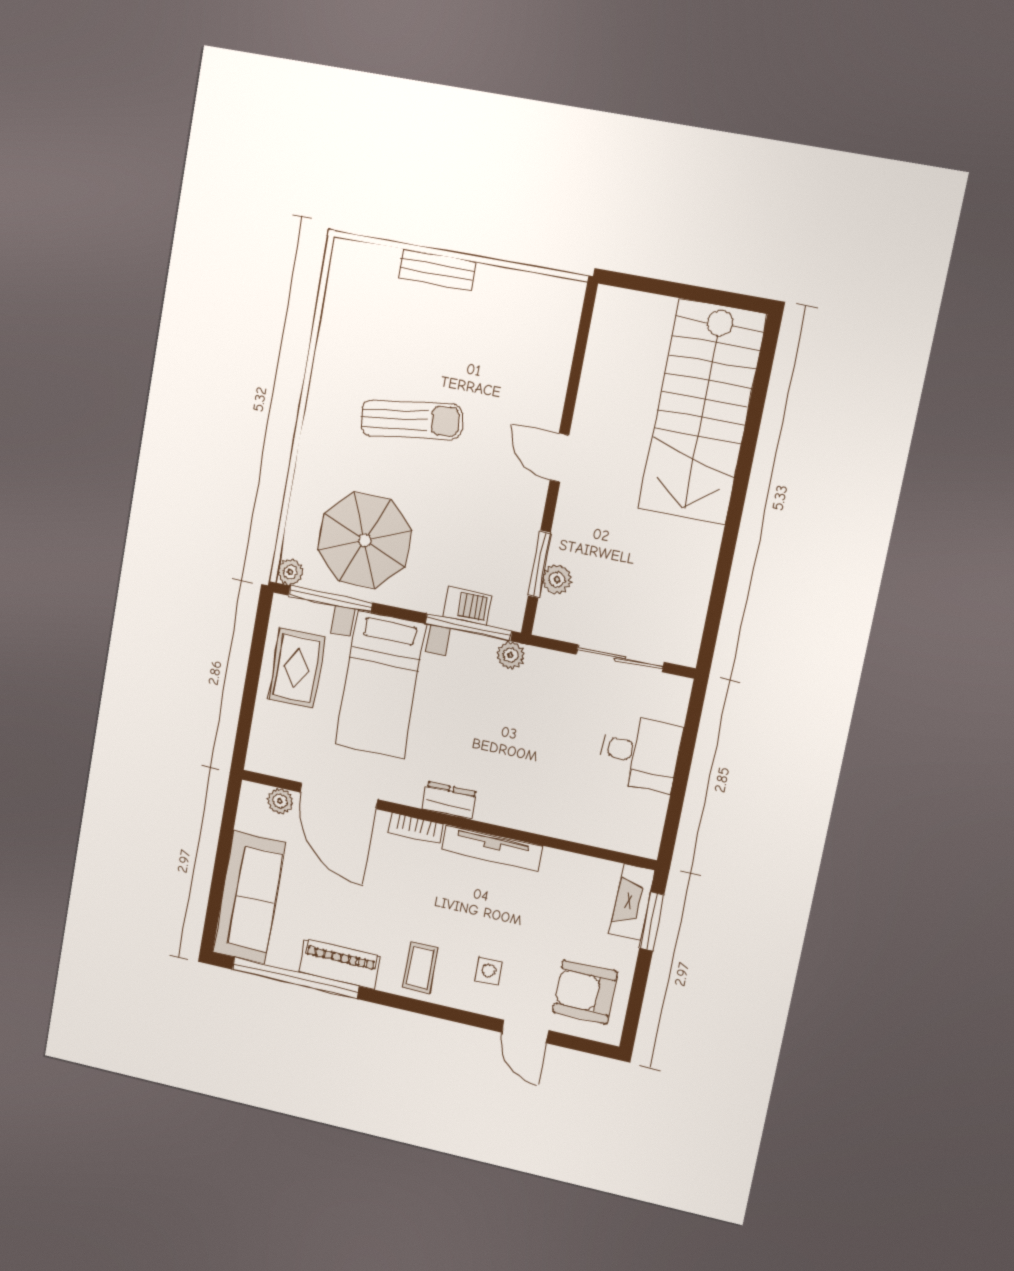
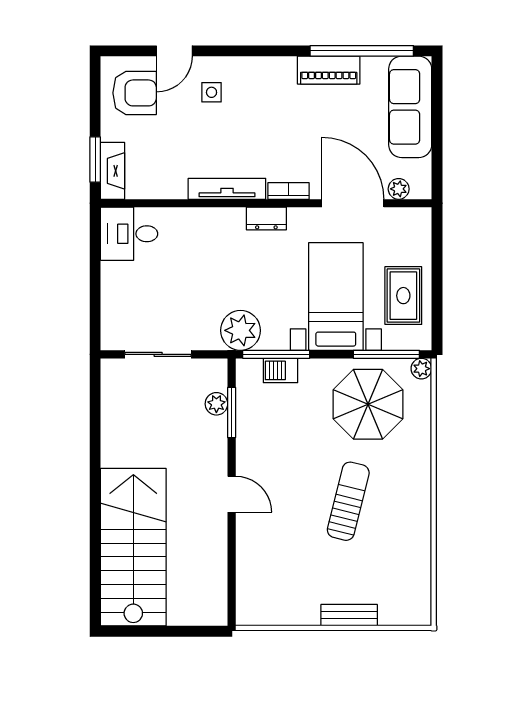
sun lounger: (411, 420) -> (348, 501), turned 112
plant: (510, 655) -> (241, 330), width x1.88, depth x1.88
desk: (640, 753) -> (129, 234), moved
coffee table: (420, 968) -> (265, 82), removed
door: (525, 1031) -> (175, 51), swing flipped

